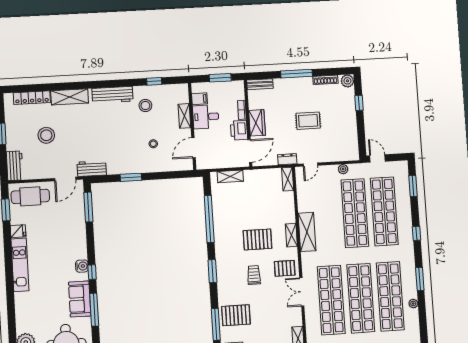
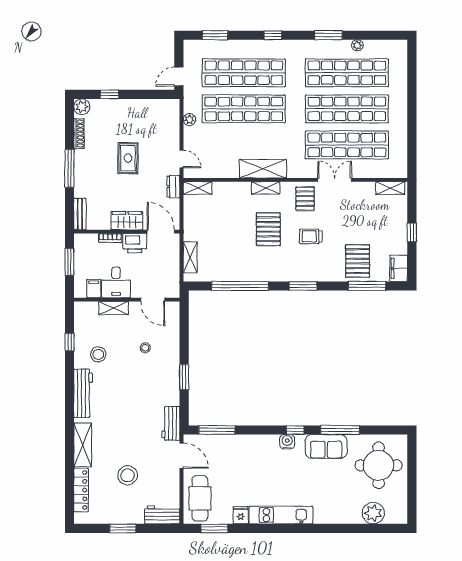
double door: (302, 292) -> (335, 180), swing flipped

